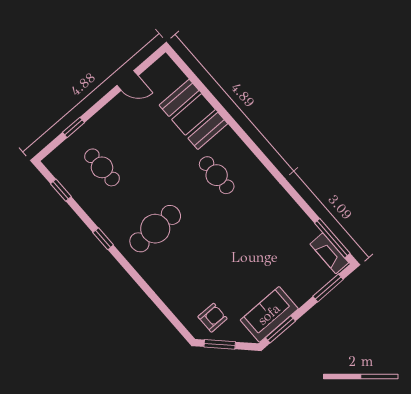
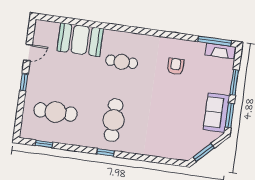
window: (73, 127) -> (24, 82), moved
cafe table: (102, 167) -> (56, 112), width x1.37, depth x1.35
window: (103, 239) -> (106, 152), moved
window: (328, 288) -> (234, 82), moved
armchair: (212, 318) -> (176, 66), moved

